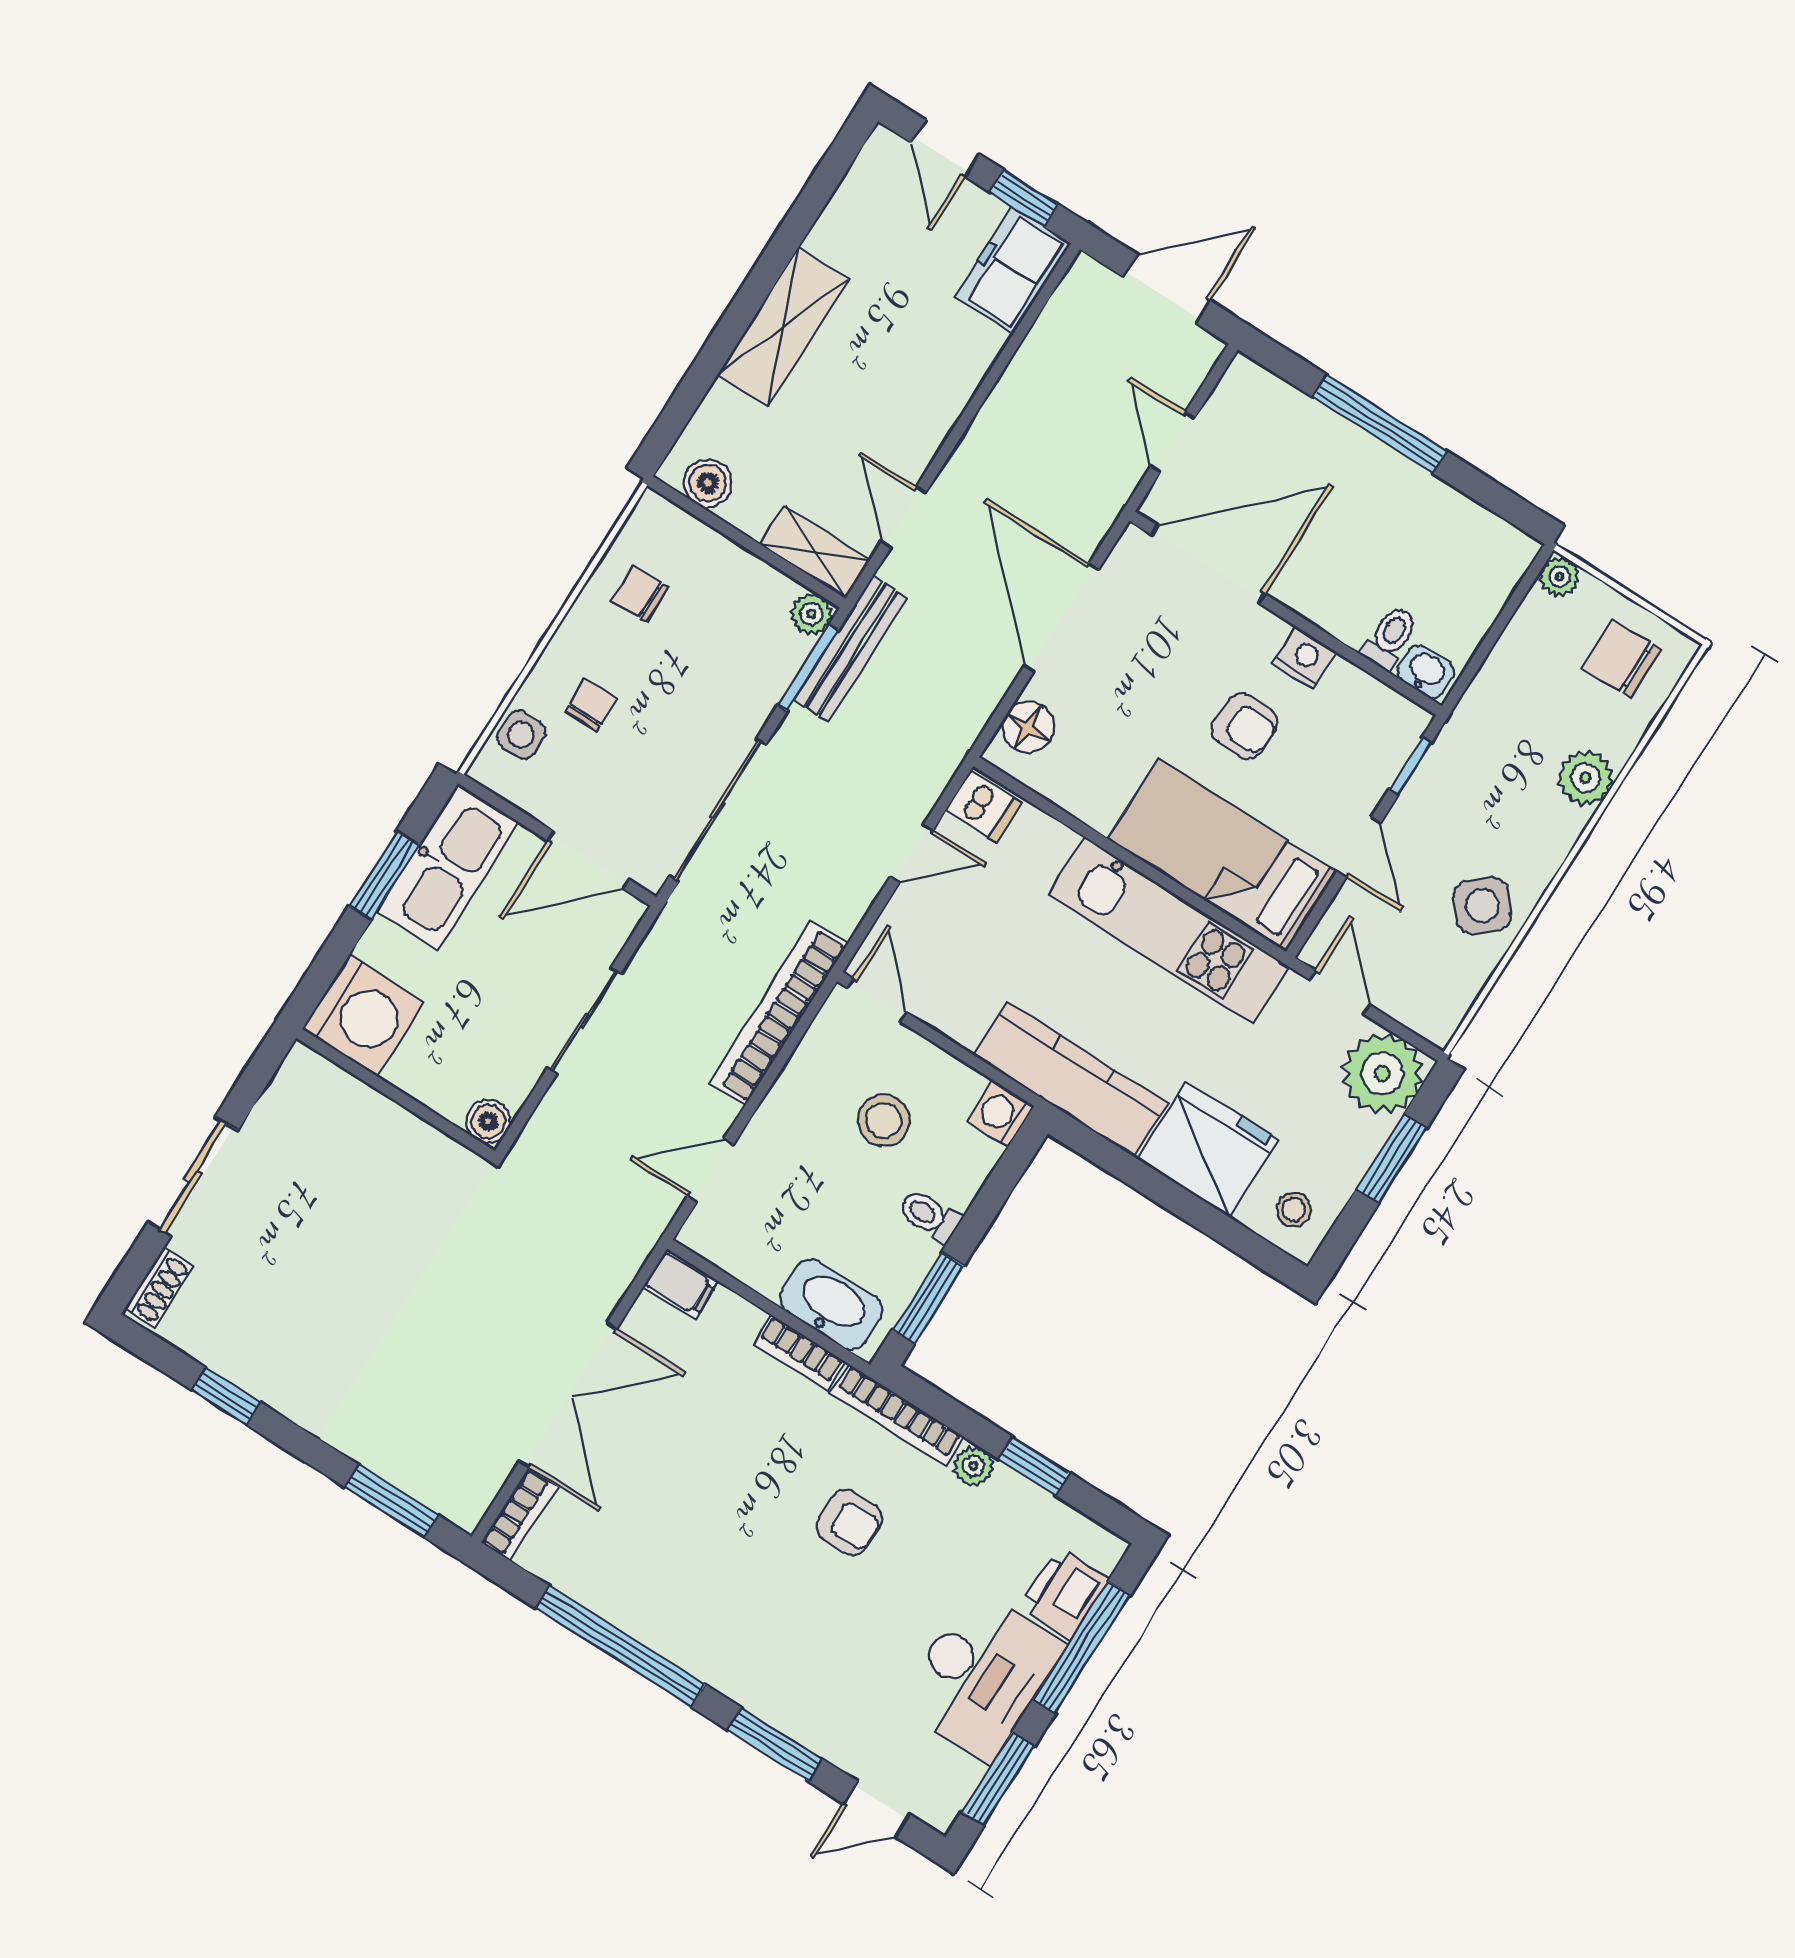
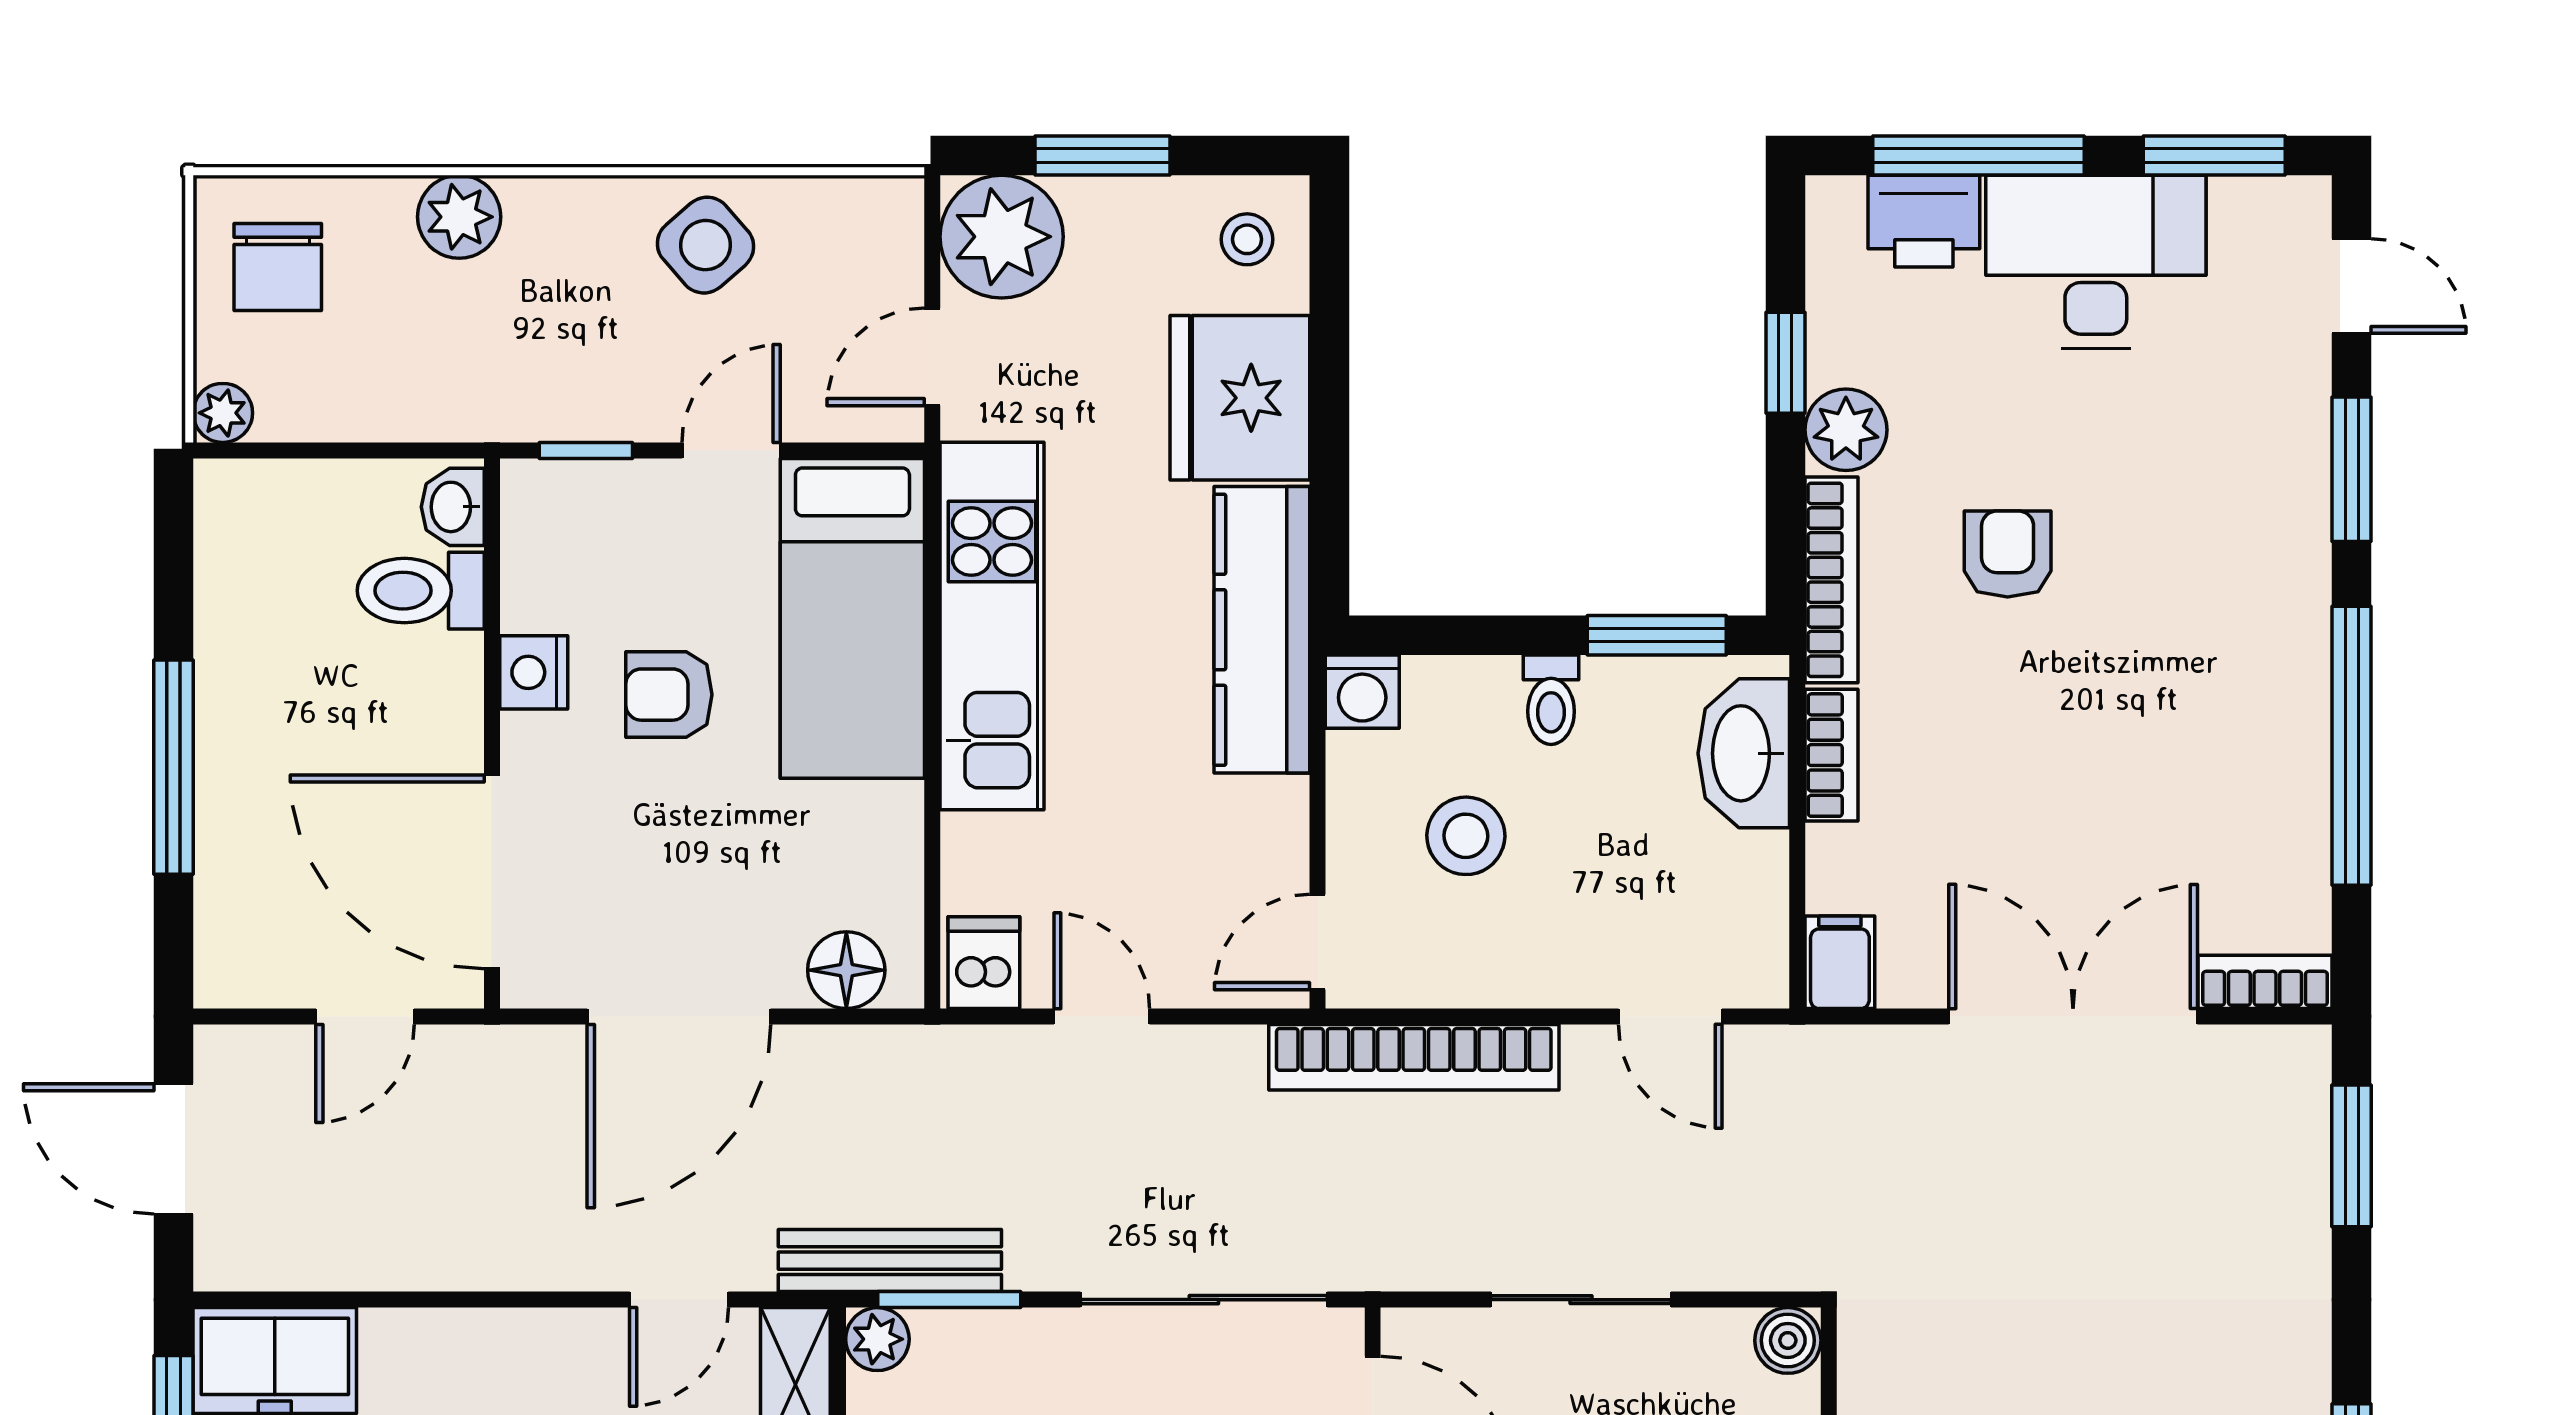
toilet: (1390, 638) -> (421, 591), width x1.37, depth x1.39
armchair: (1245, 726) -> (669, 695), turned -93
plant: (973, 1466) -> (1846, 430), width x1.38, depth x1.38

